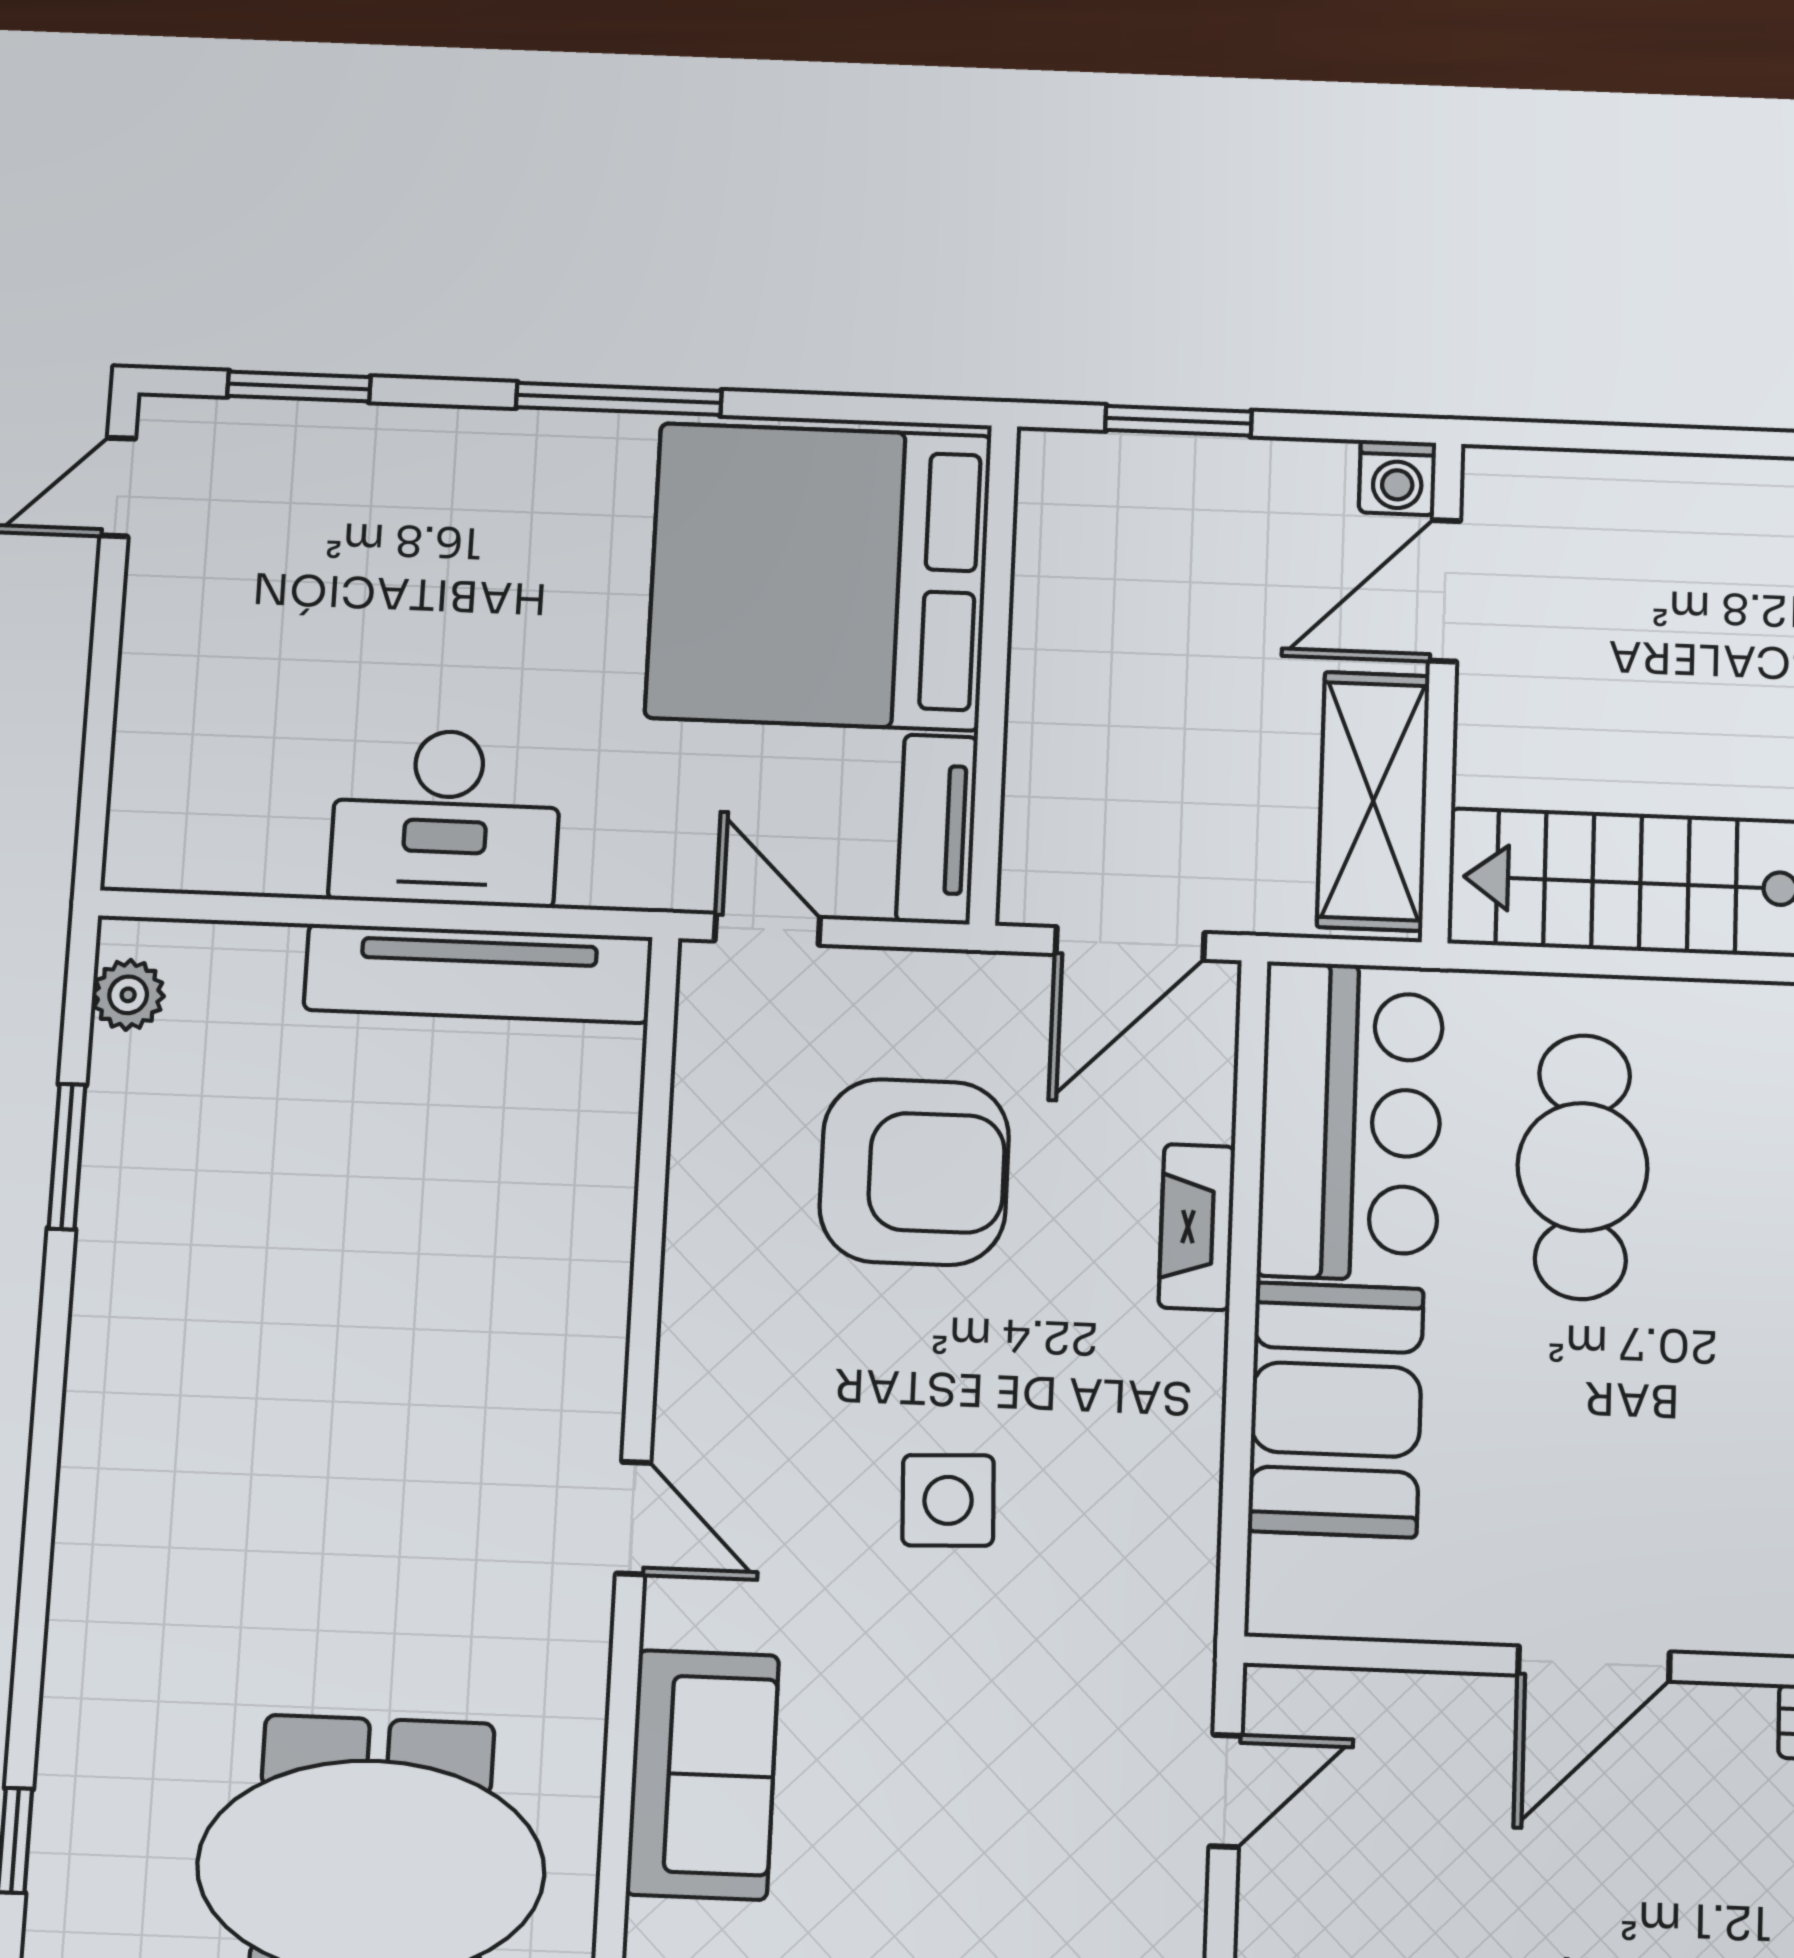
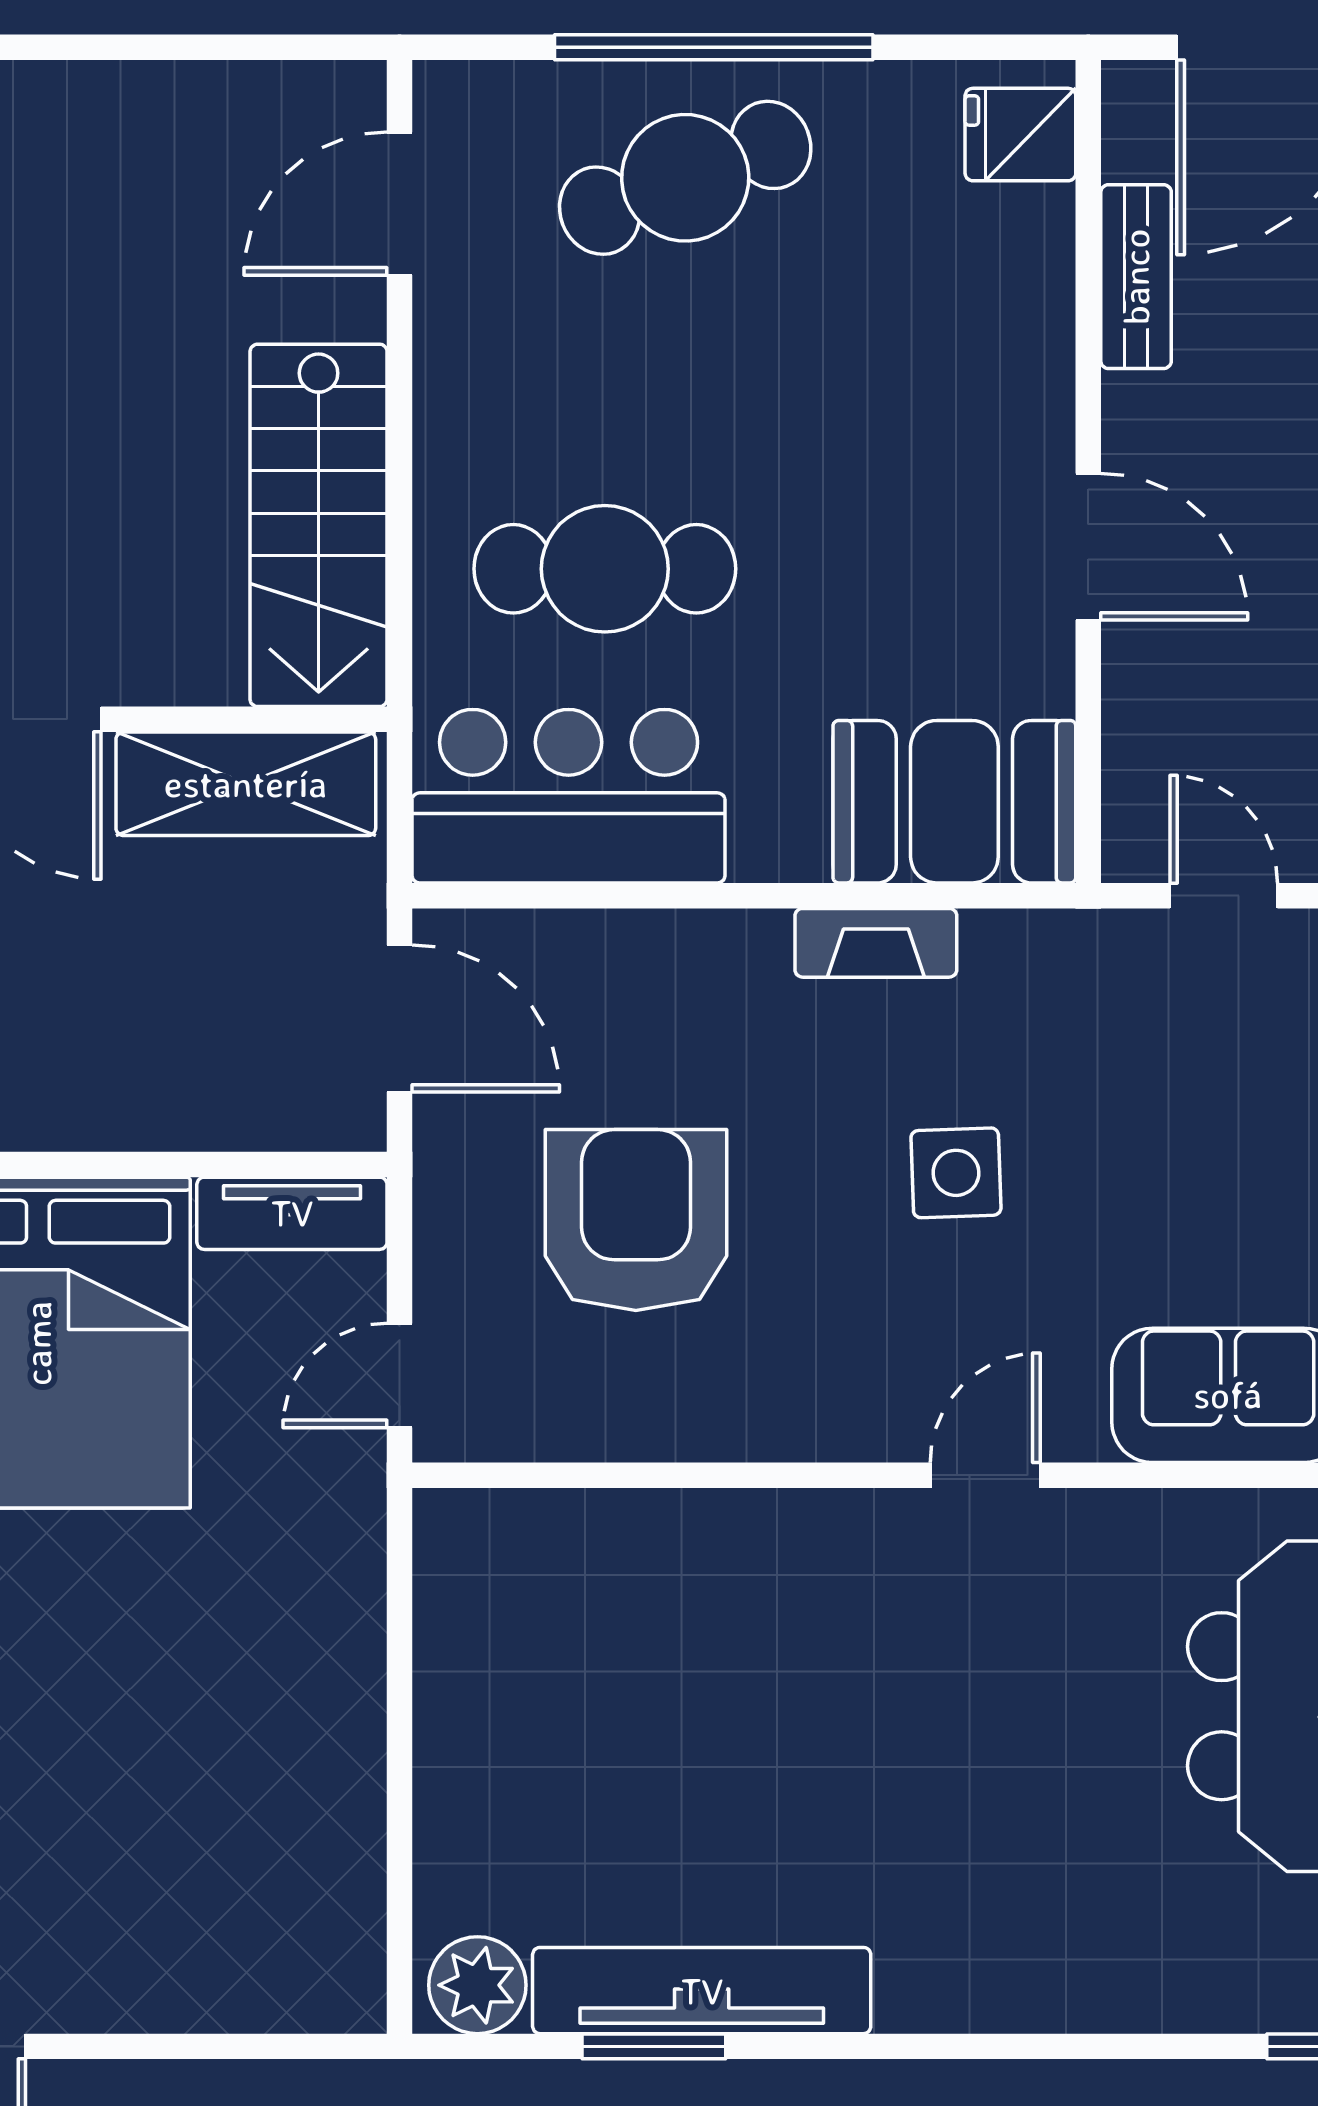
desk: (446, 818) -> (300, 1698), removed
tv unit: (478, 973) -> (702, 1991), moved, turned -90
plant: (128, 995) -> (477, 1985), width x1.38, depth x1.38
fireplace: (1197, 1227) -> (876, 943), moved
booth: (1336, 1410) -> (954, 802), moved

